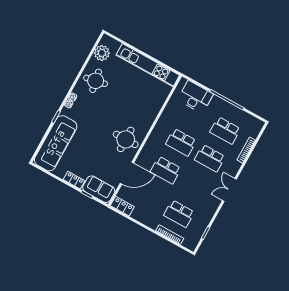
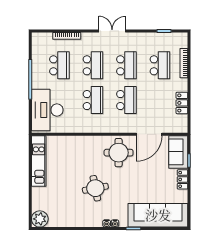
plant: (102, 53) -> (40, 219), moved
kitchen unit: (148, 65) -> (39, 161), width x0.73
round table: (96, 81) -> (95, 188), moved
desk: (195, 97) -> (47, 110), width x1.36, depth x1.30
door: (127, 173) -> (149, 134), swing flipped
school desk: (194, 186) -> (126, 65), added
double door: (229, 190) -> (112, 31), swing flipped
locker: (122, 206) -> (182, 103), moved

